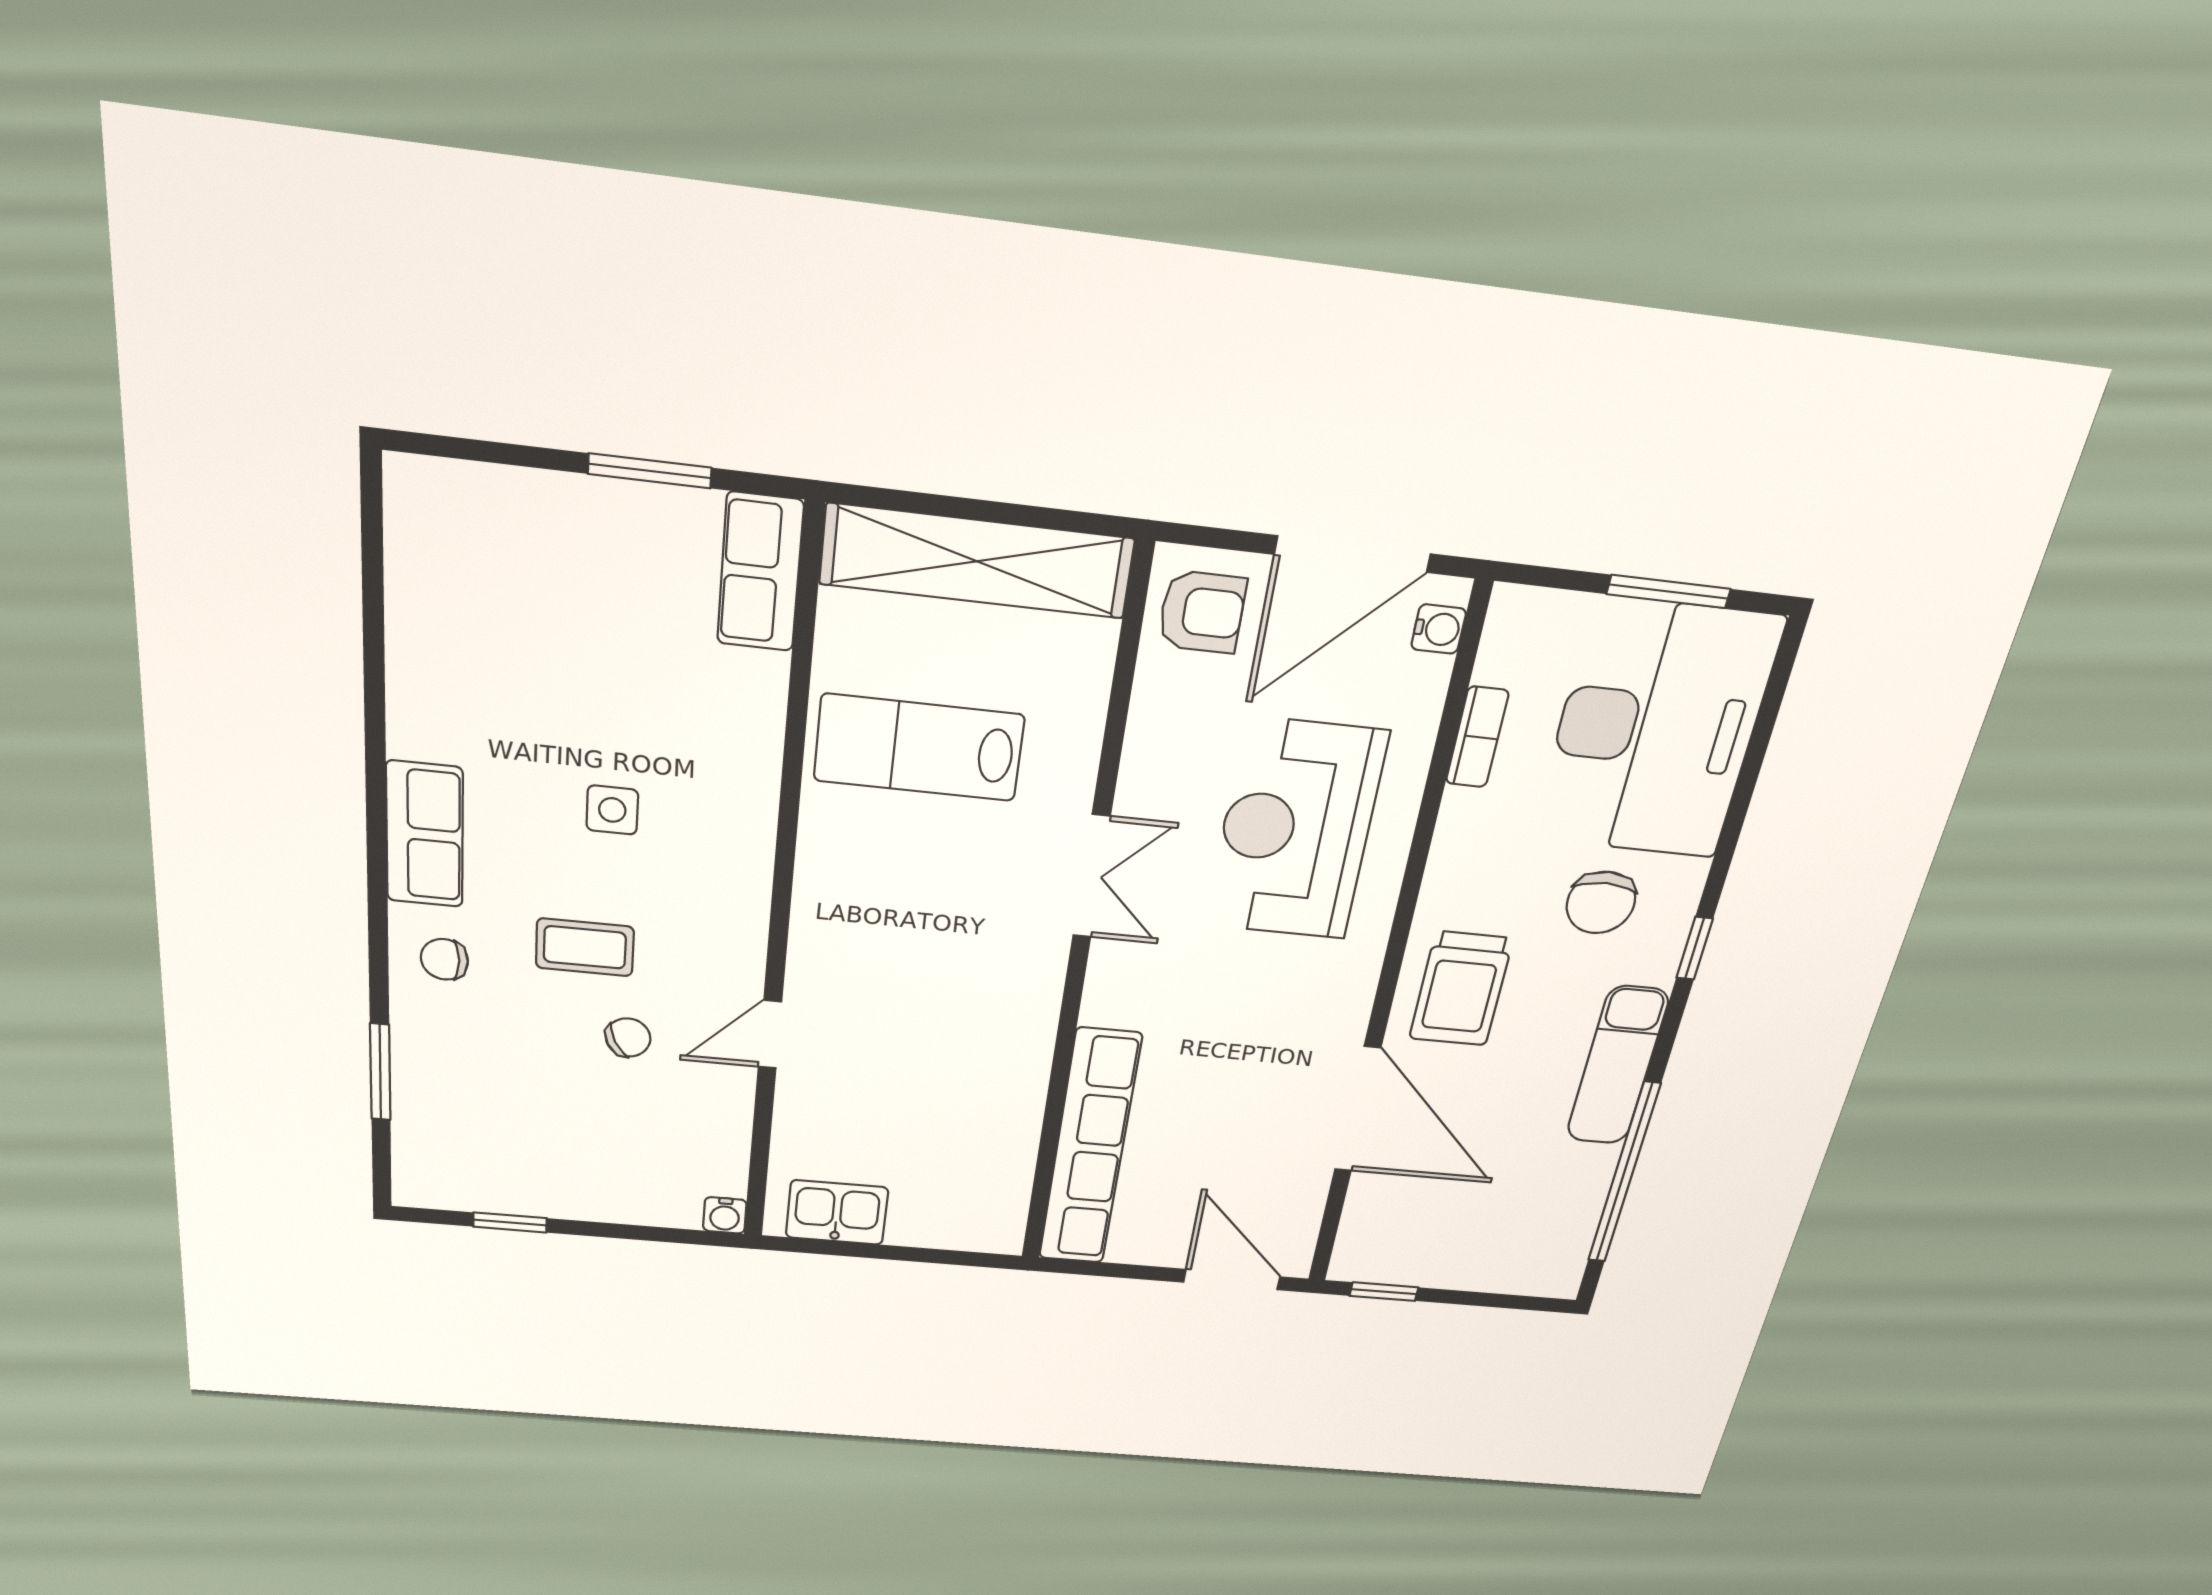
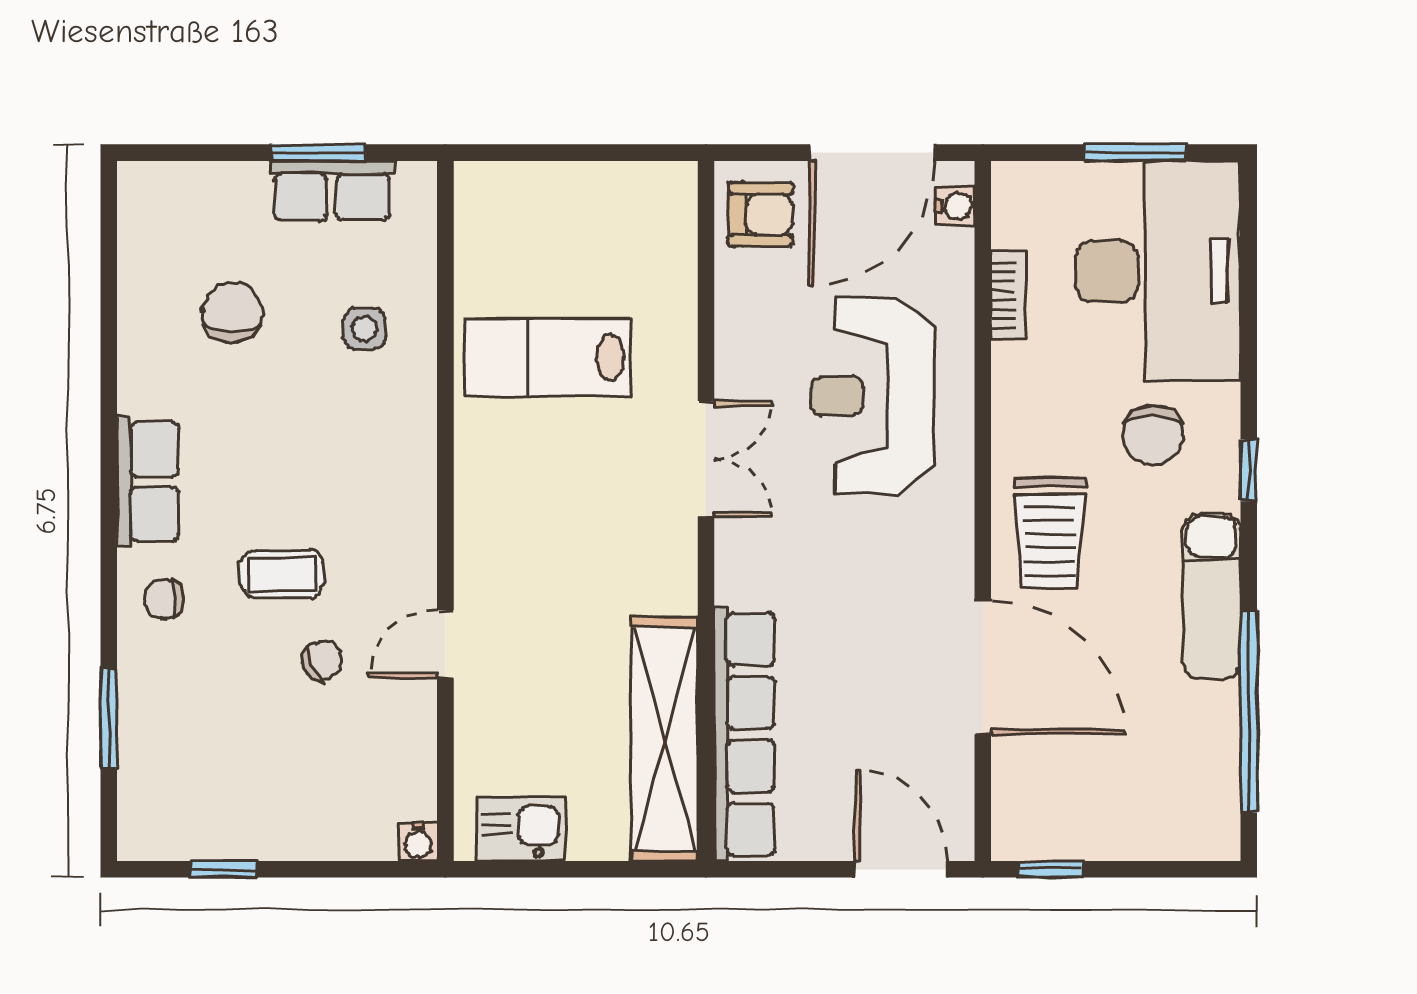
shelving: (977, 561) -> (665, 739), moved, turned 90
row of seats: (760, 572) -> (332, 191), moved, turned -90
chair: (531, 655) -> (232, 313), added
side table: (612, 810) -> (364, 329), moved

